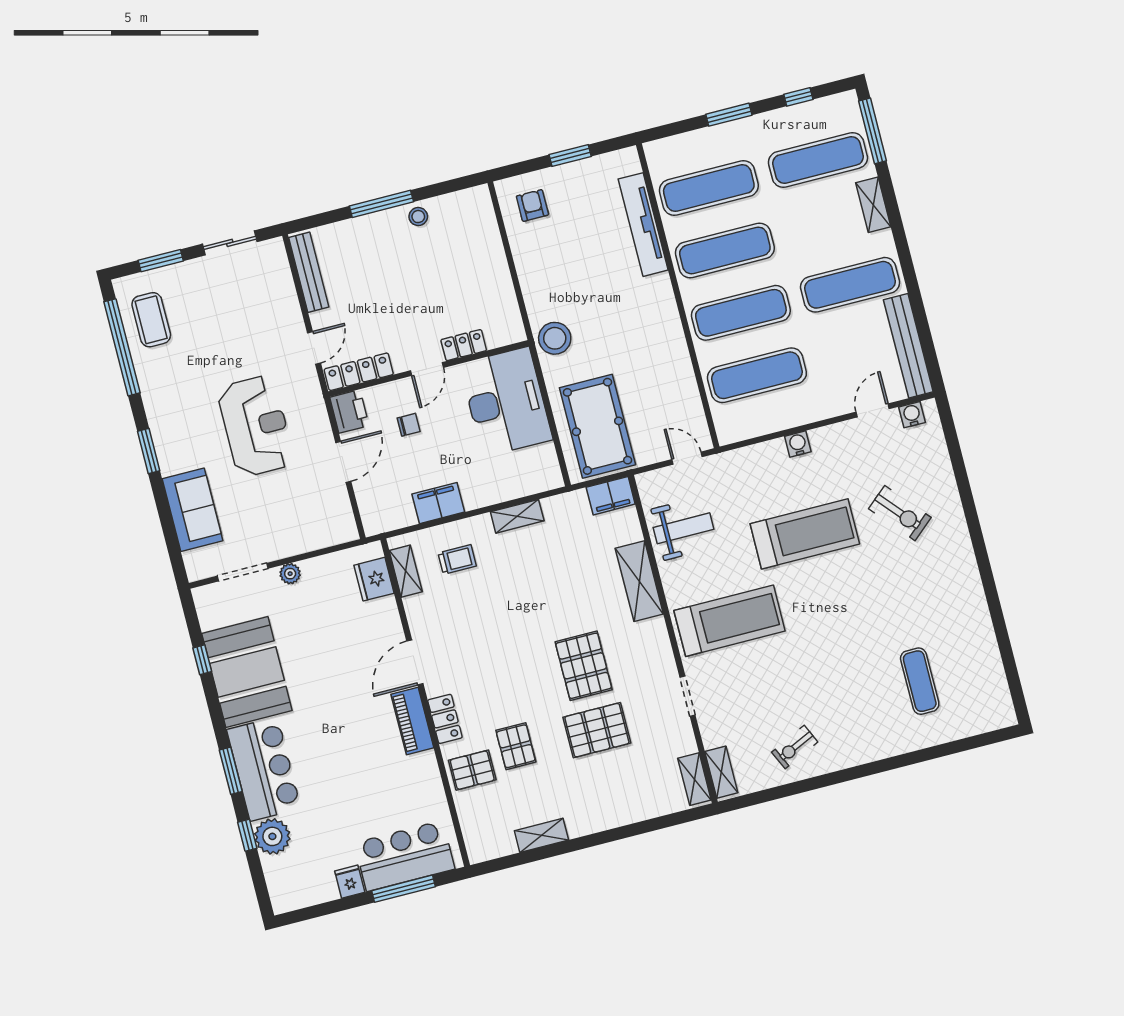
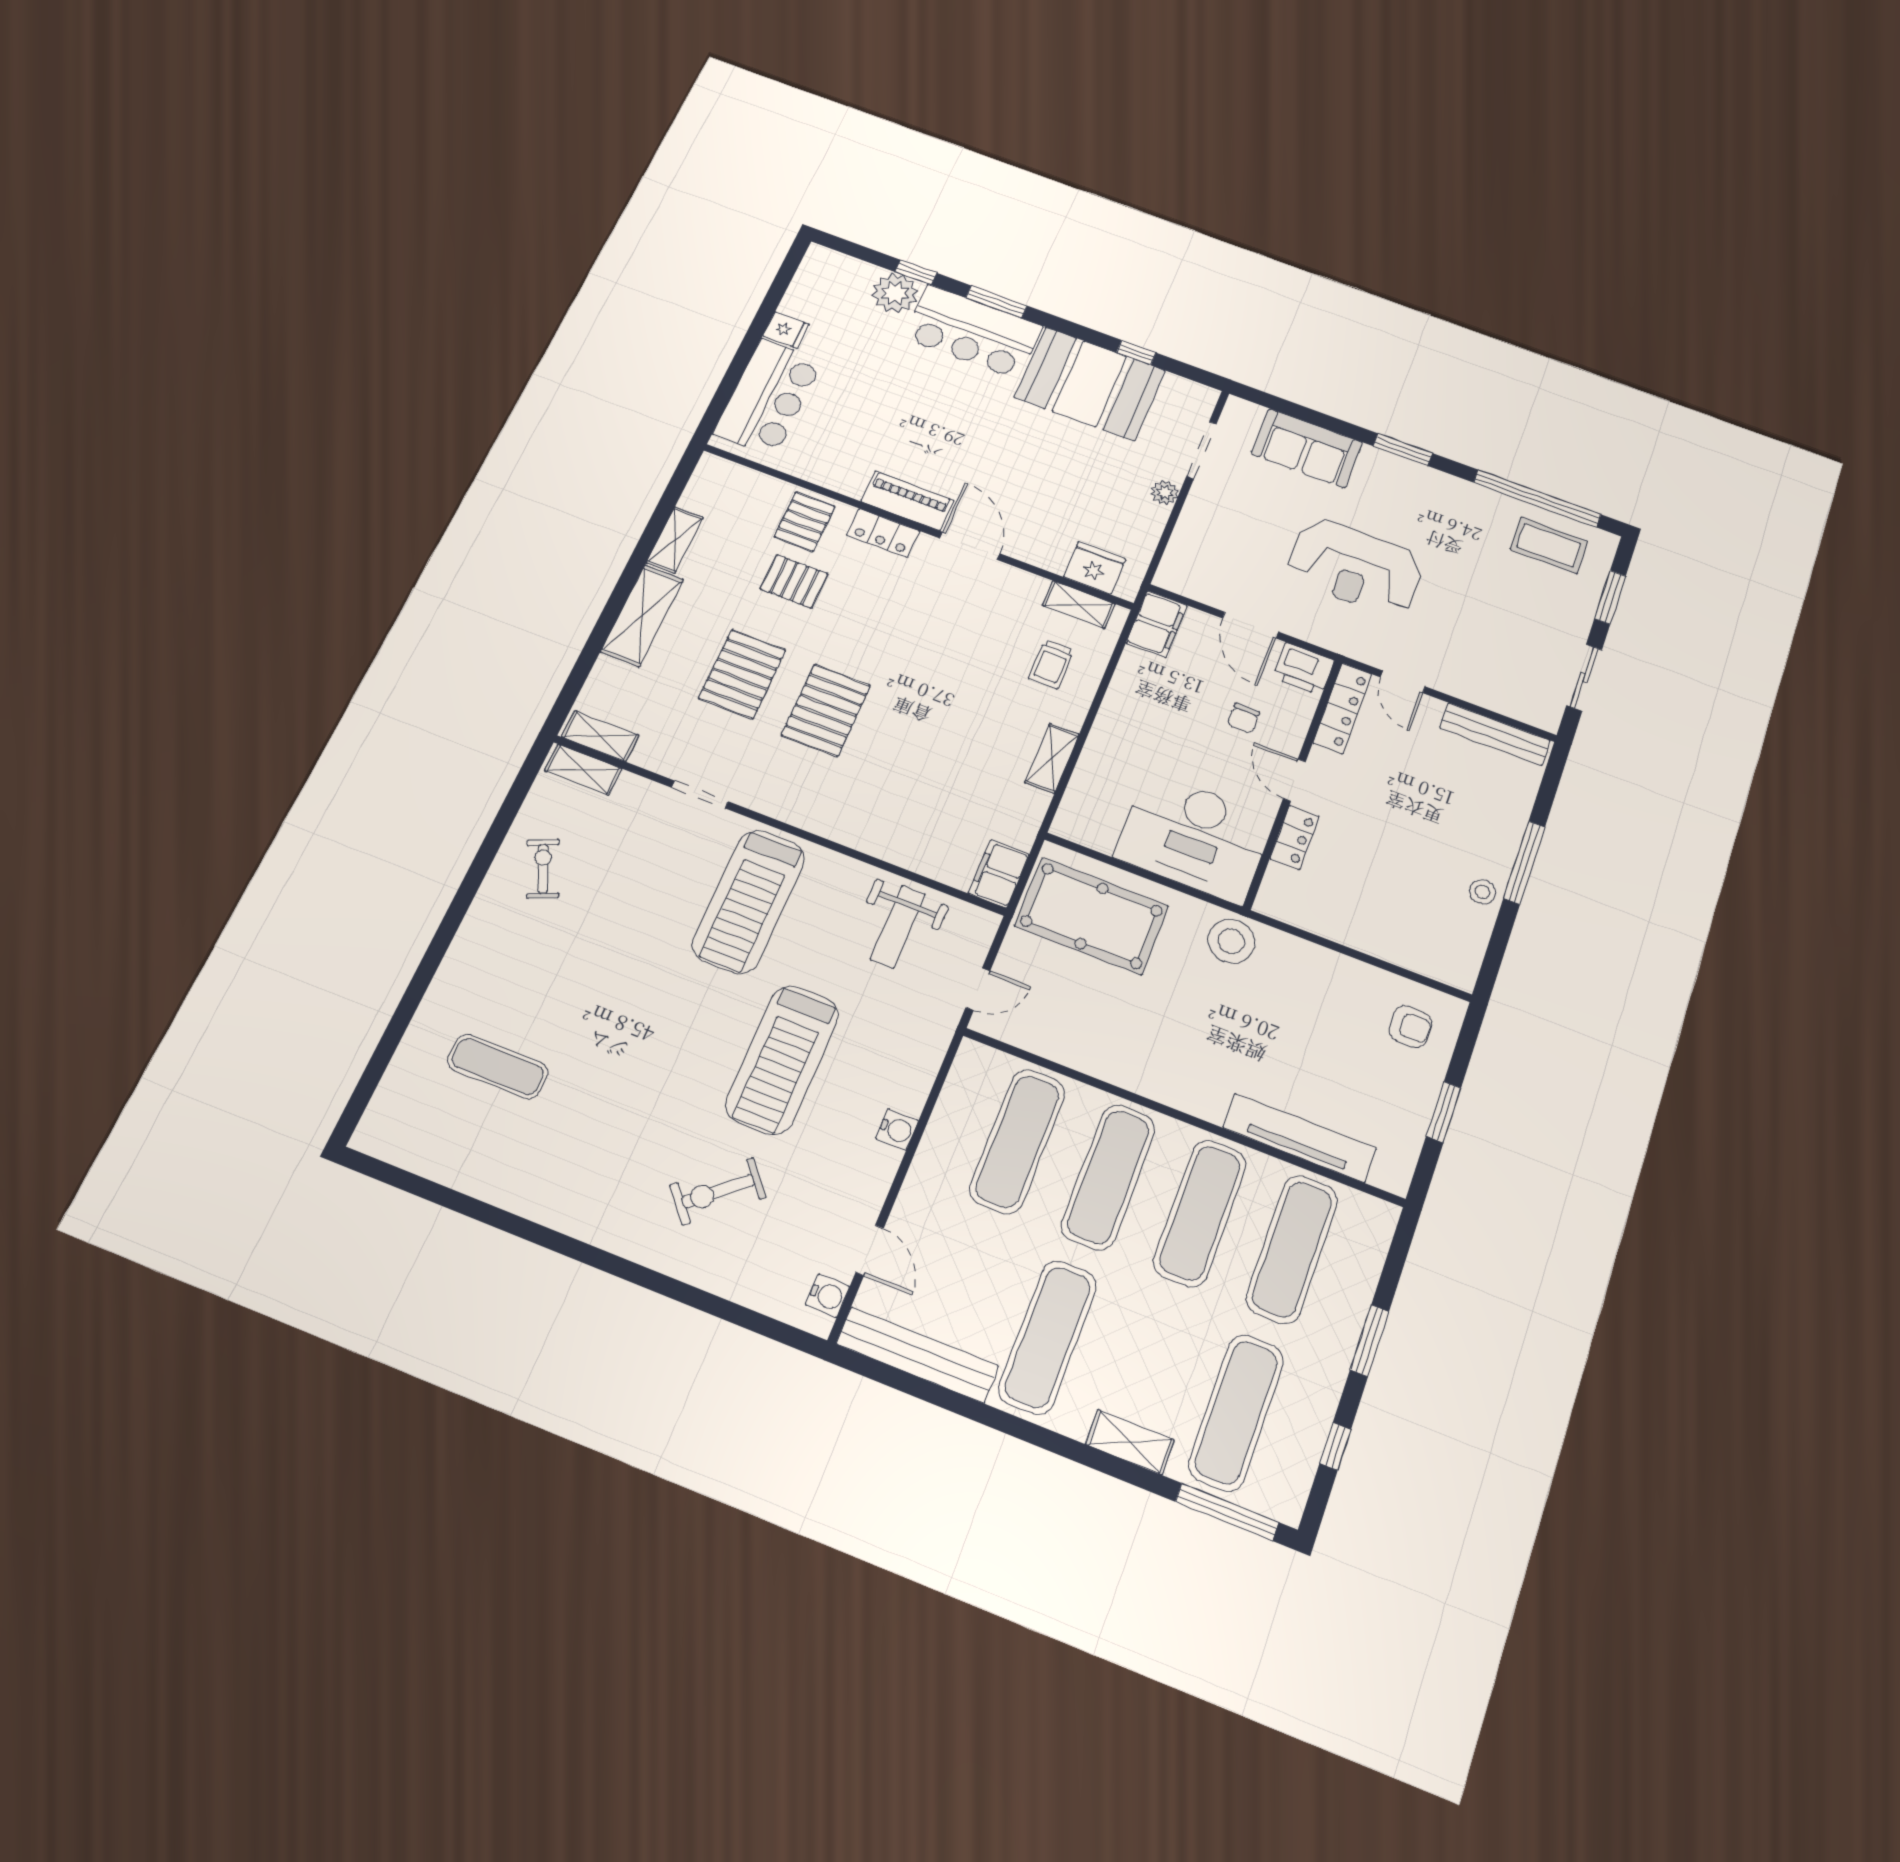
filing cabinet: (438, 503) -> (1157, 624), moved
shelving: (639, 581) -> (642, 616), moved, turned 90
pallet: (584, 666) -> (826, 710), turned 90
window: (403, 889) -> (734, 373), removed

